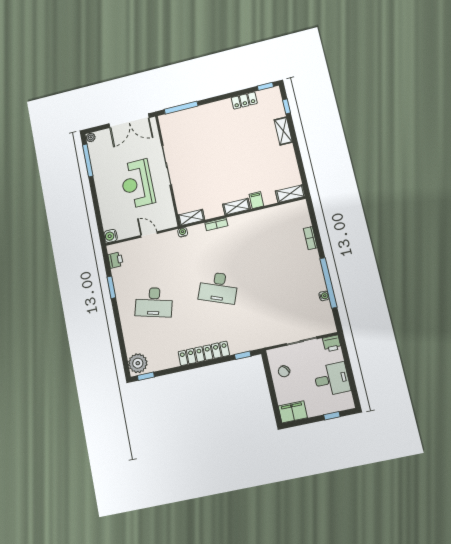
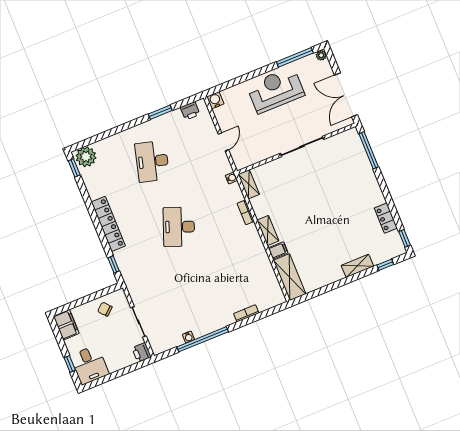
reception desk: (137, 184) -> (275, 90), moved
shelving: (290, 194) -> (290, 277), width x1.50, depth x1.33
desk: (332, 379) -> (89, 365), moved

